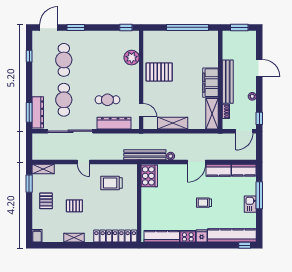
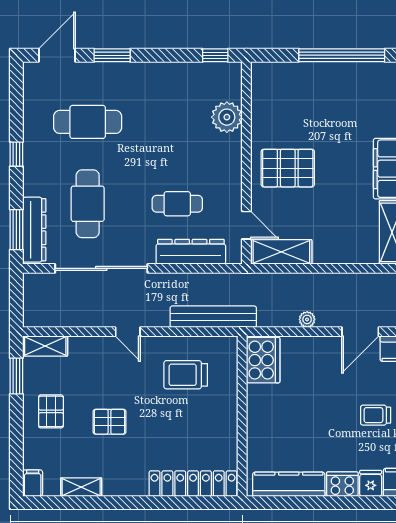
window: (29, 56) -> (16, 154), moved
cafe table: (64, 60) -> (88, 122), turned 90
pallet: (159, 72) -> (288, 168), moved
shelving: (173, 123) -> (281, 252), moved
bench: (145, 155) -> (213, 317), moved
shelving: (74, 238) -> (81, 487), moved

